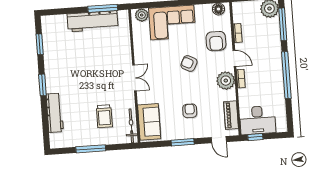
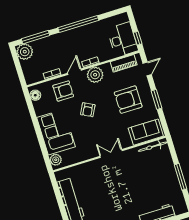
window: (103, 8) -> (58, 195), removed
armchair: (190, 111) -> (128, 100), width x1.88, depth x1.88
trolley: (104, 116) -> (150, 172), removed

